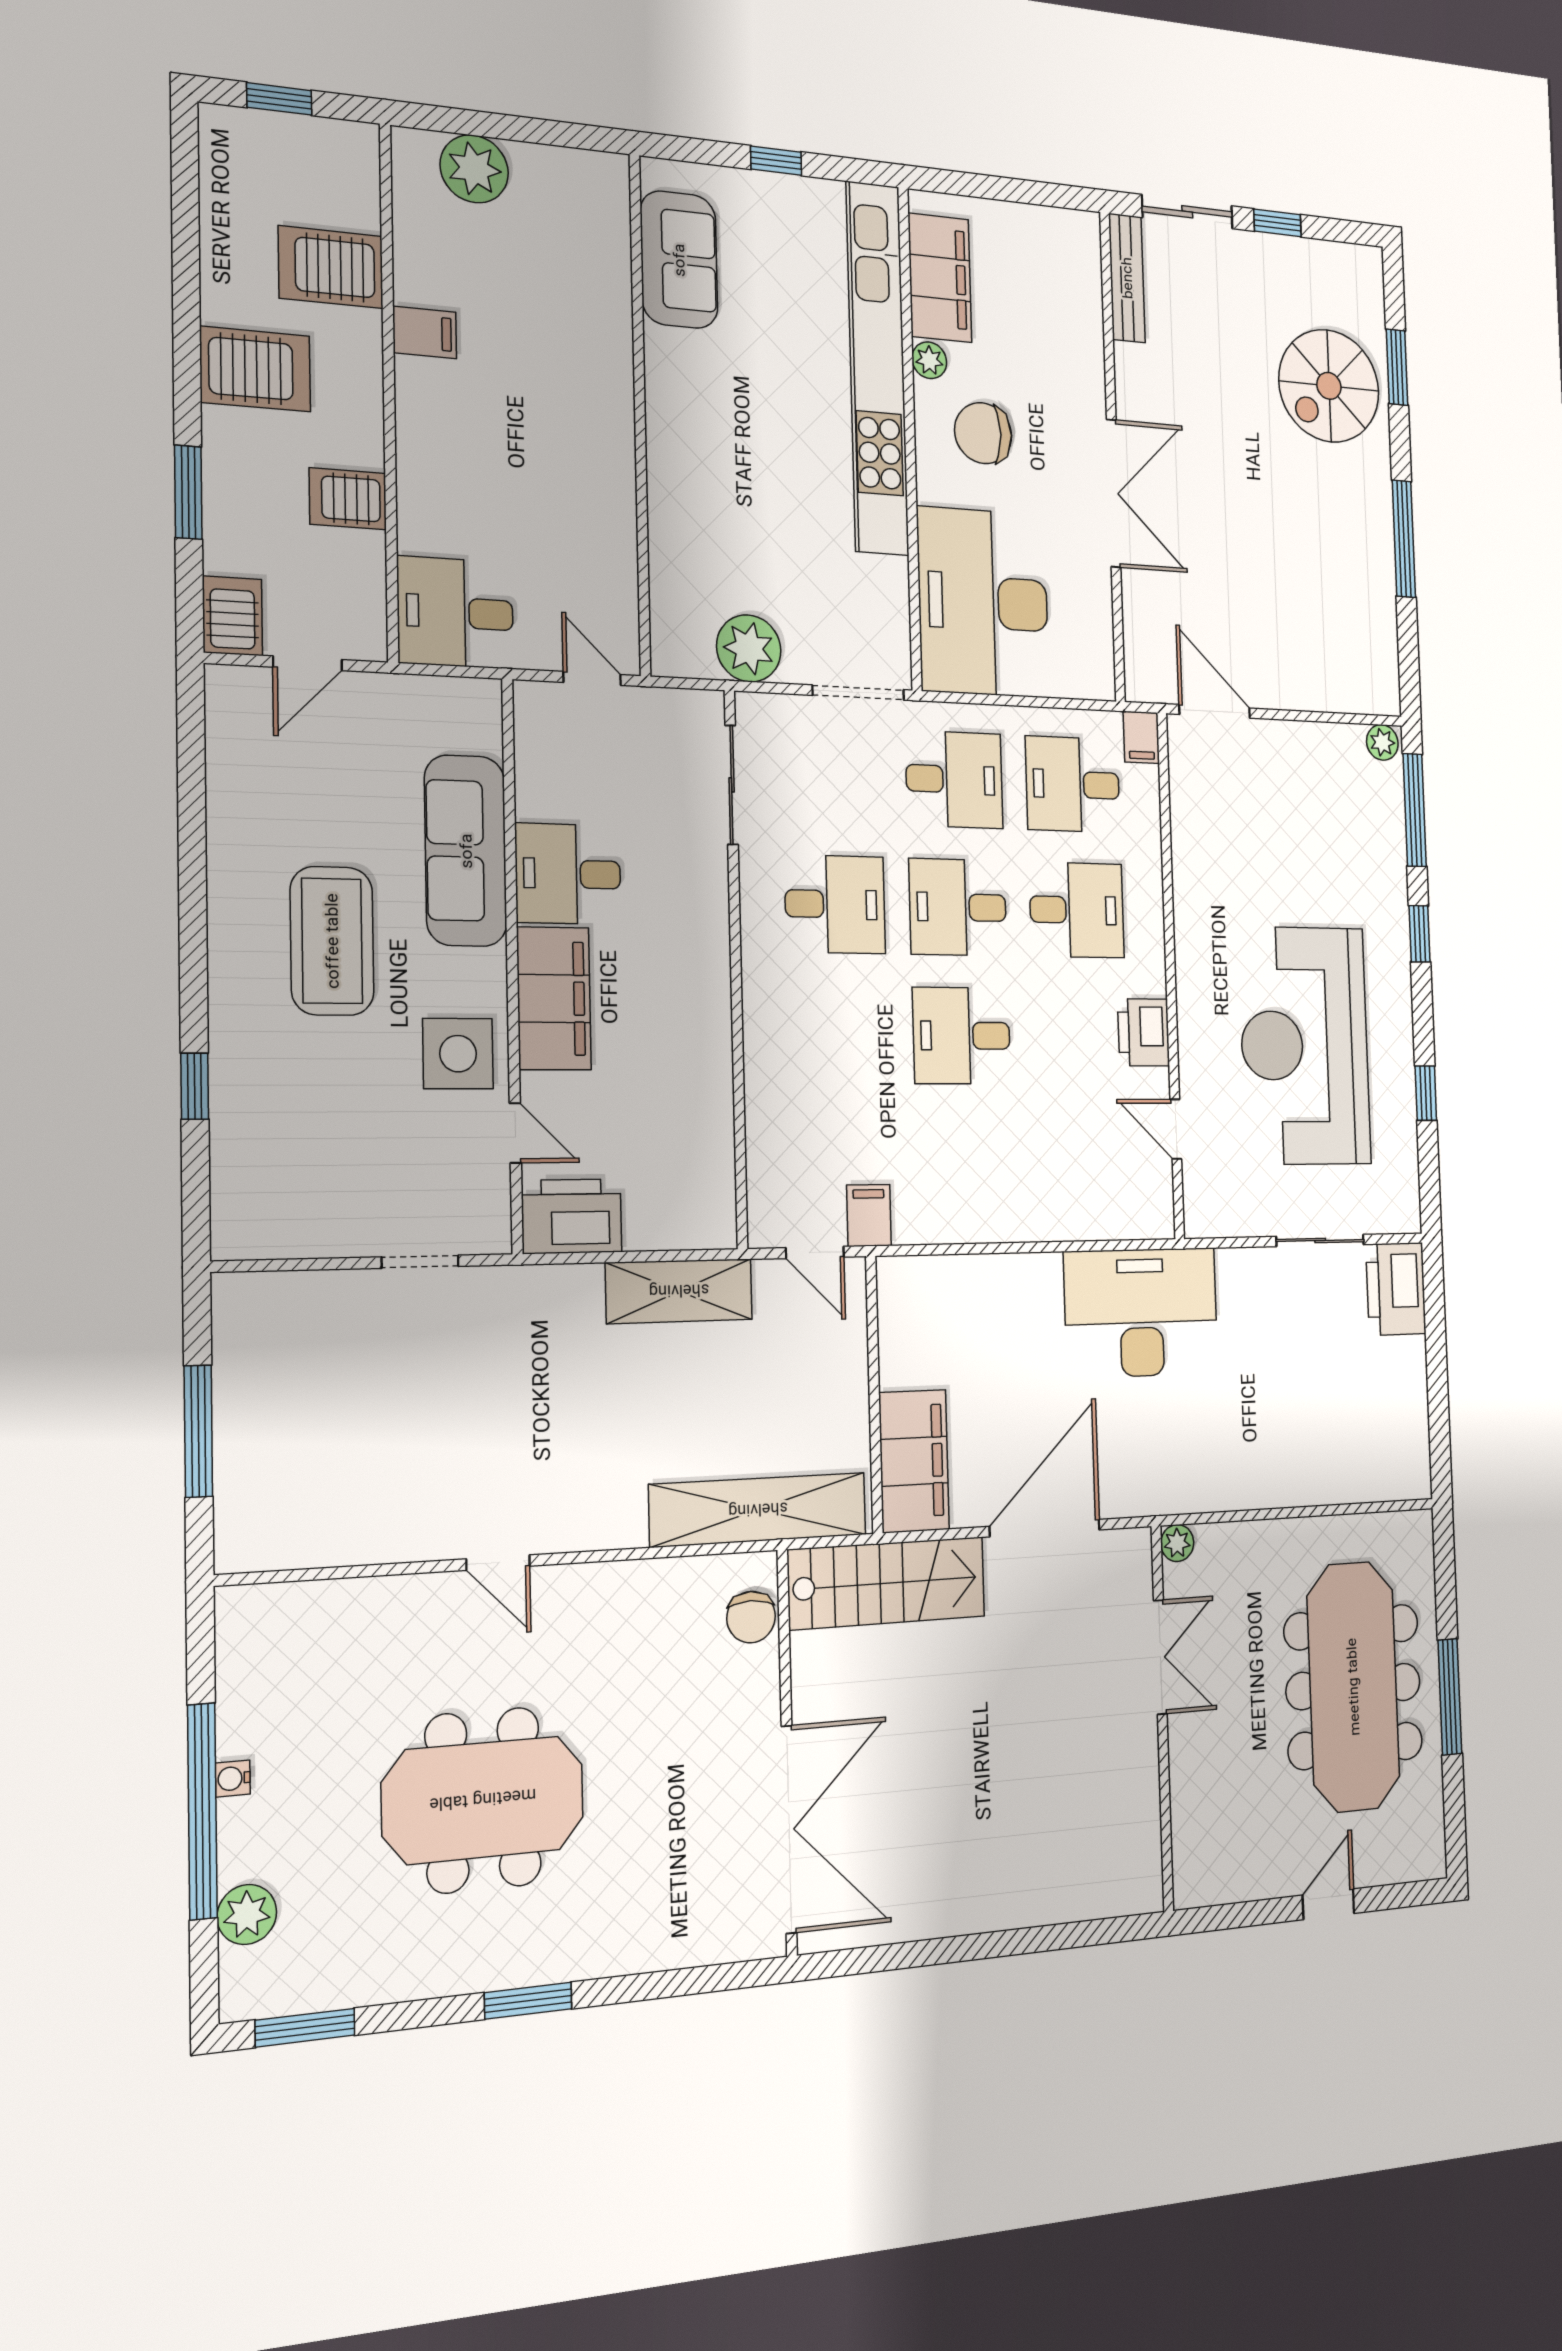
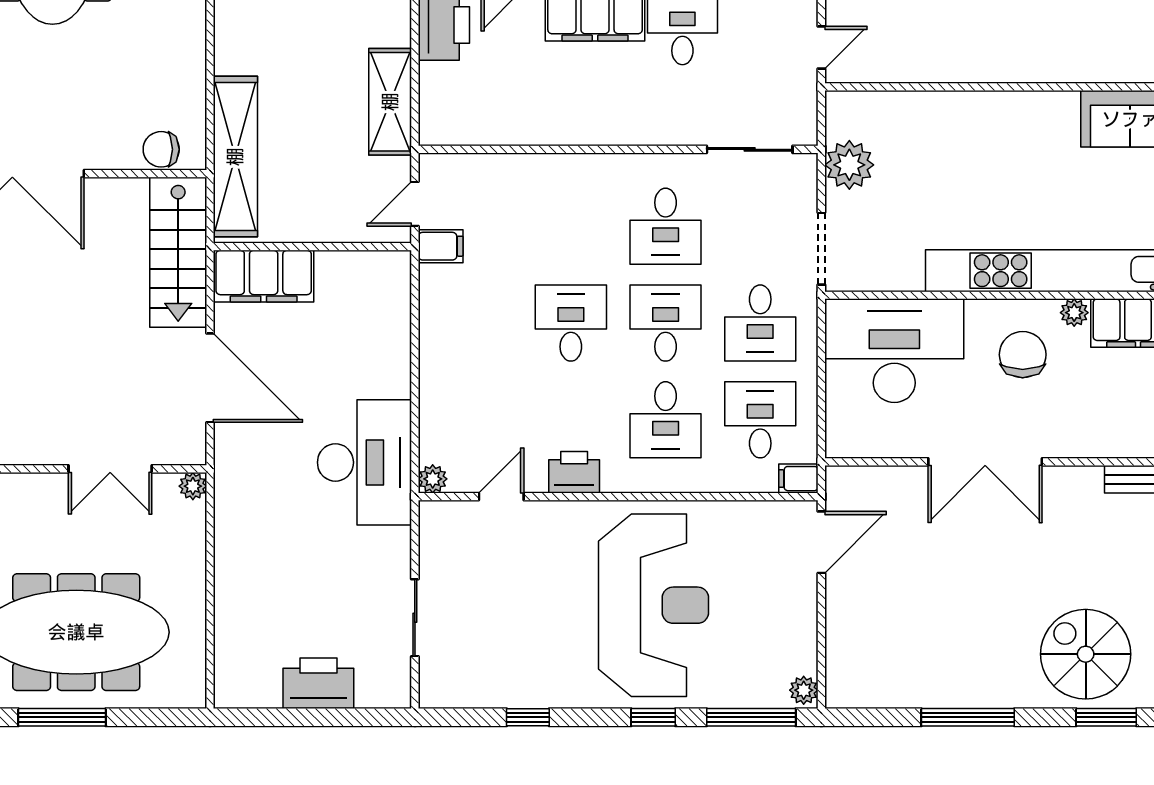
reception desk: (1305, 1046) -> (654, 605), moved, turned 90
plant: (1158, 1221) -> (433, 479), added
printer: (1396, 1289) -> (318, 683), moved

